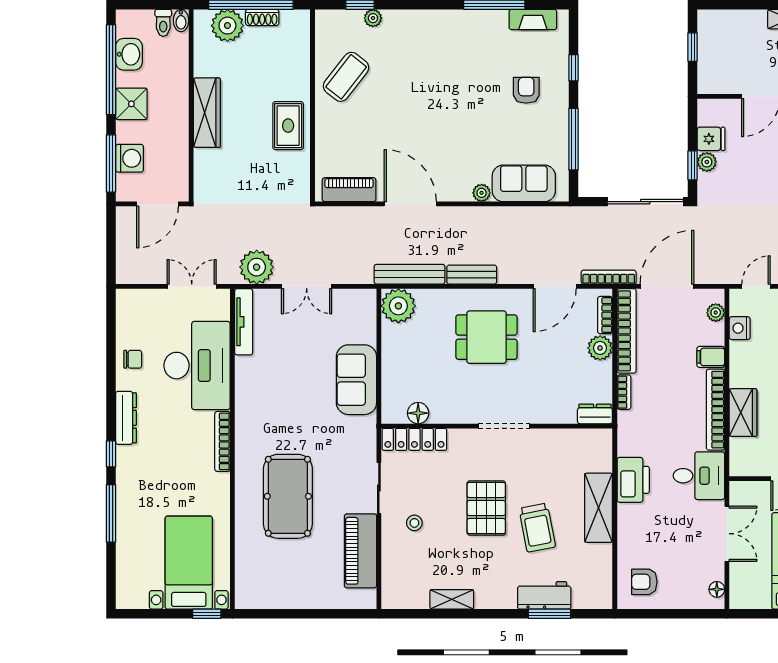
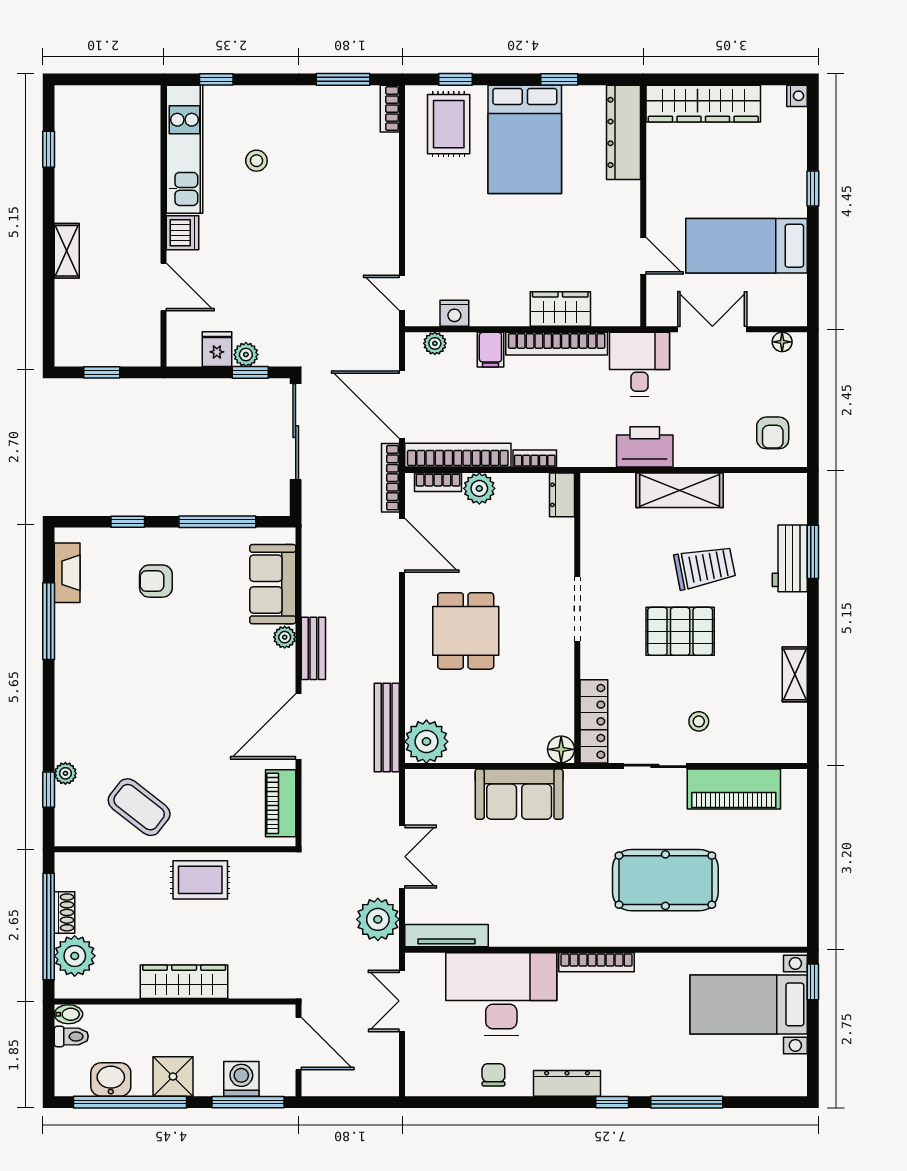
bench: (472, 275) -> (313, 648), moved
floor lamp: (418, 413) -> (561, 749), moved

